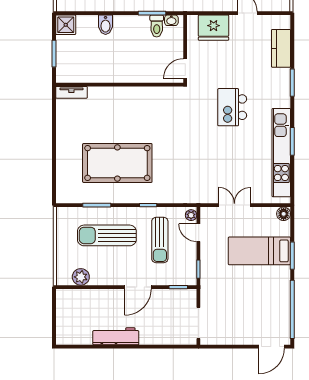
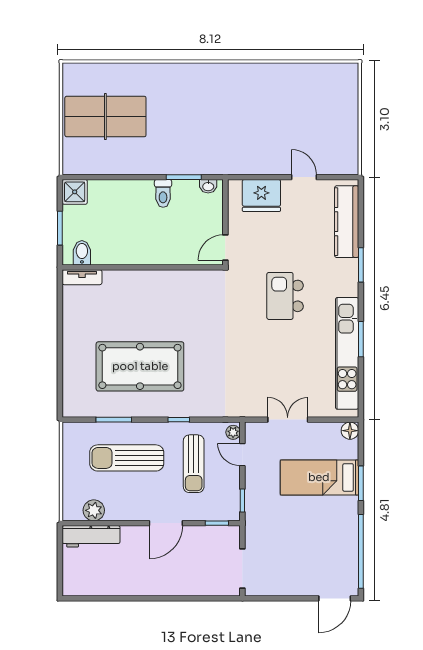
bidet: (106, 25) -> (82, 253), moved, turned 180
toilet: (157, 26) -> (163, 193), moved
kitchen counter: (281, 48) -> (347, 222), width x1.50
workbench: (116, 336) -> (91, 536), moved, turned 180

